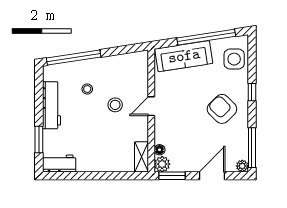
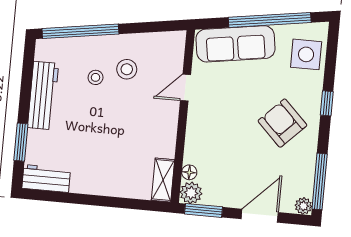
stool: (115, 105) -> (127, 69), moved
door: (151, 106) -> (185, 88), moved

